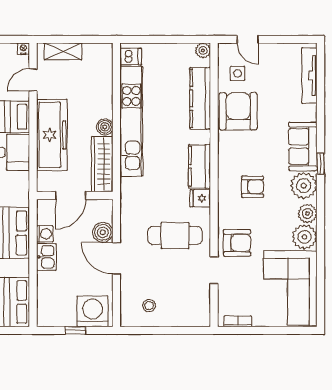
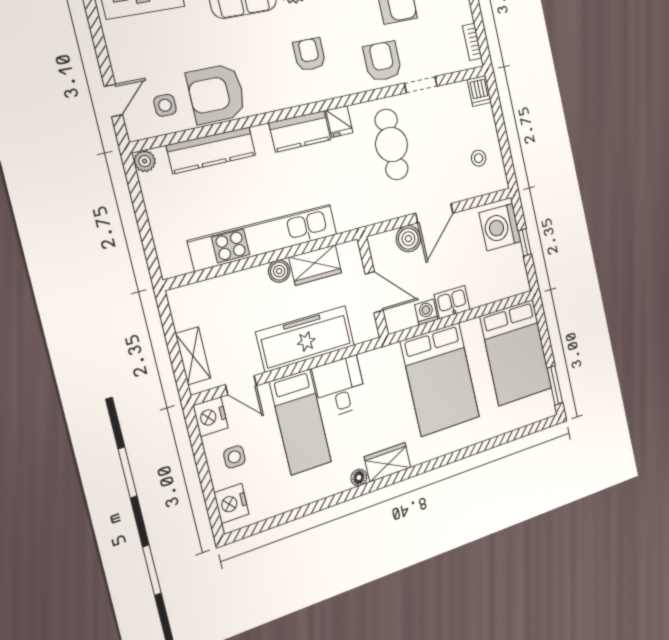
nightstand: (23, 49) -> (211, 417), width x1.89, depth x1.79
dishwasher: (131, 57) -> (479, 91), moved, turned 180
wardrobe: (102, 164) -> (315, 265), width x0.67

